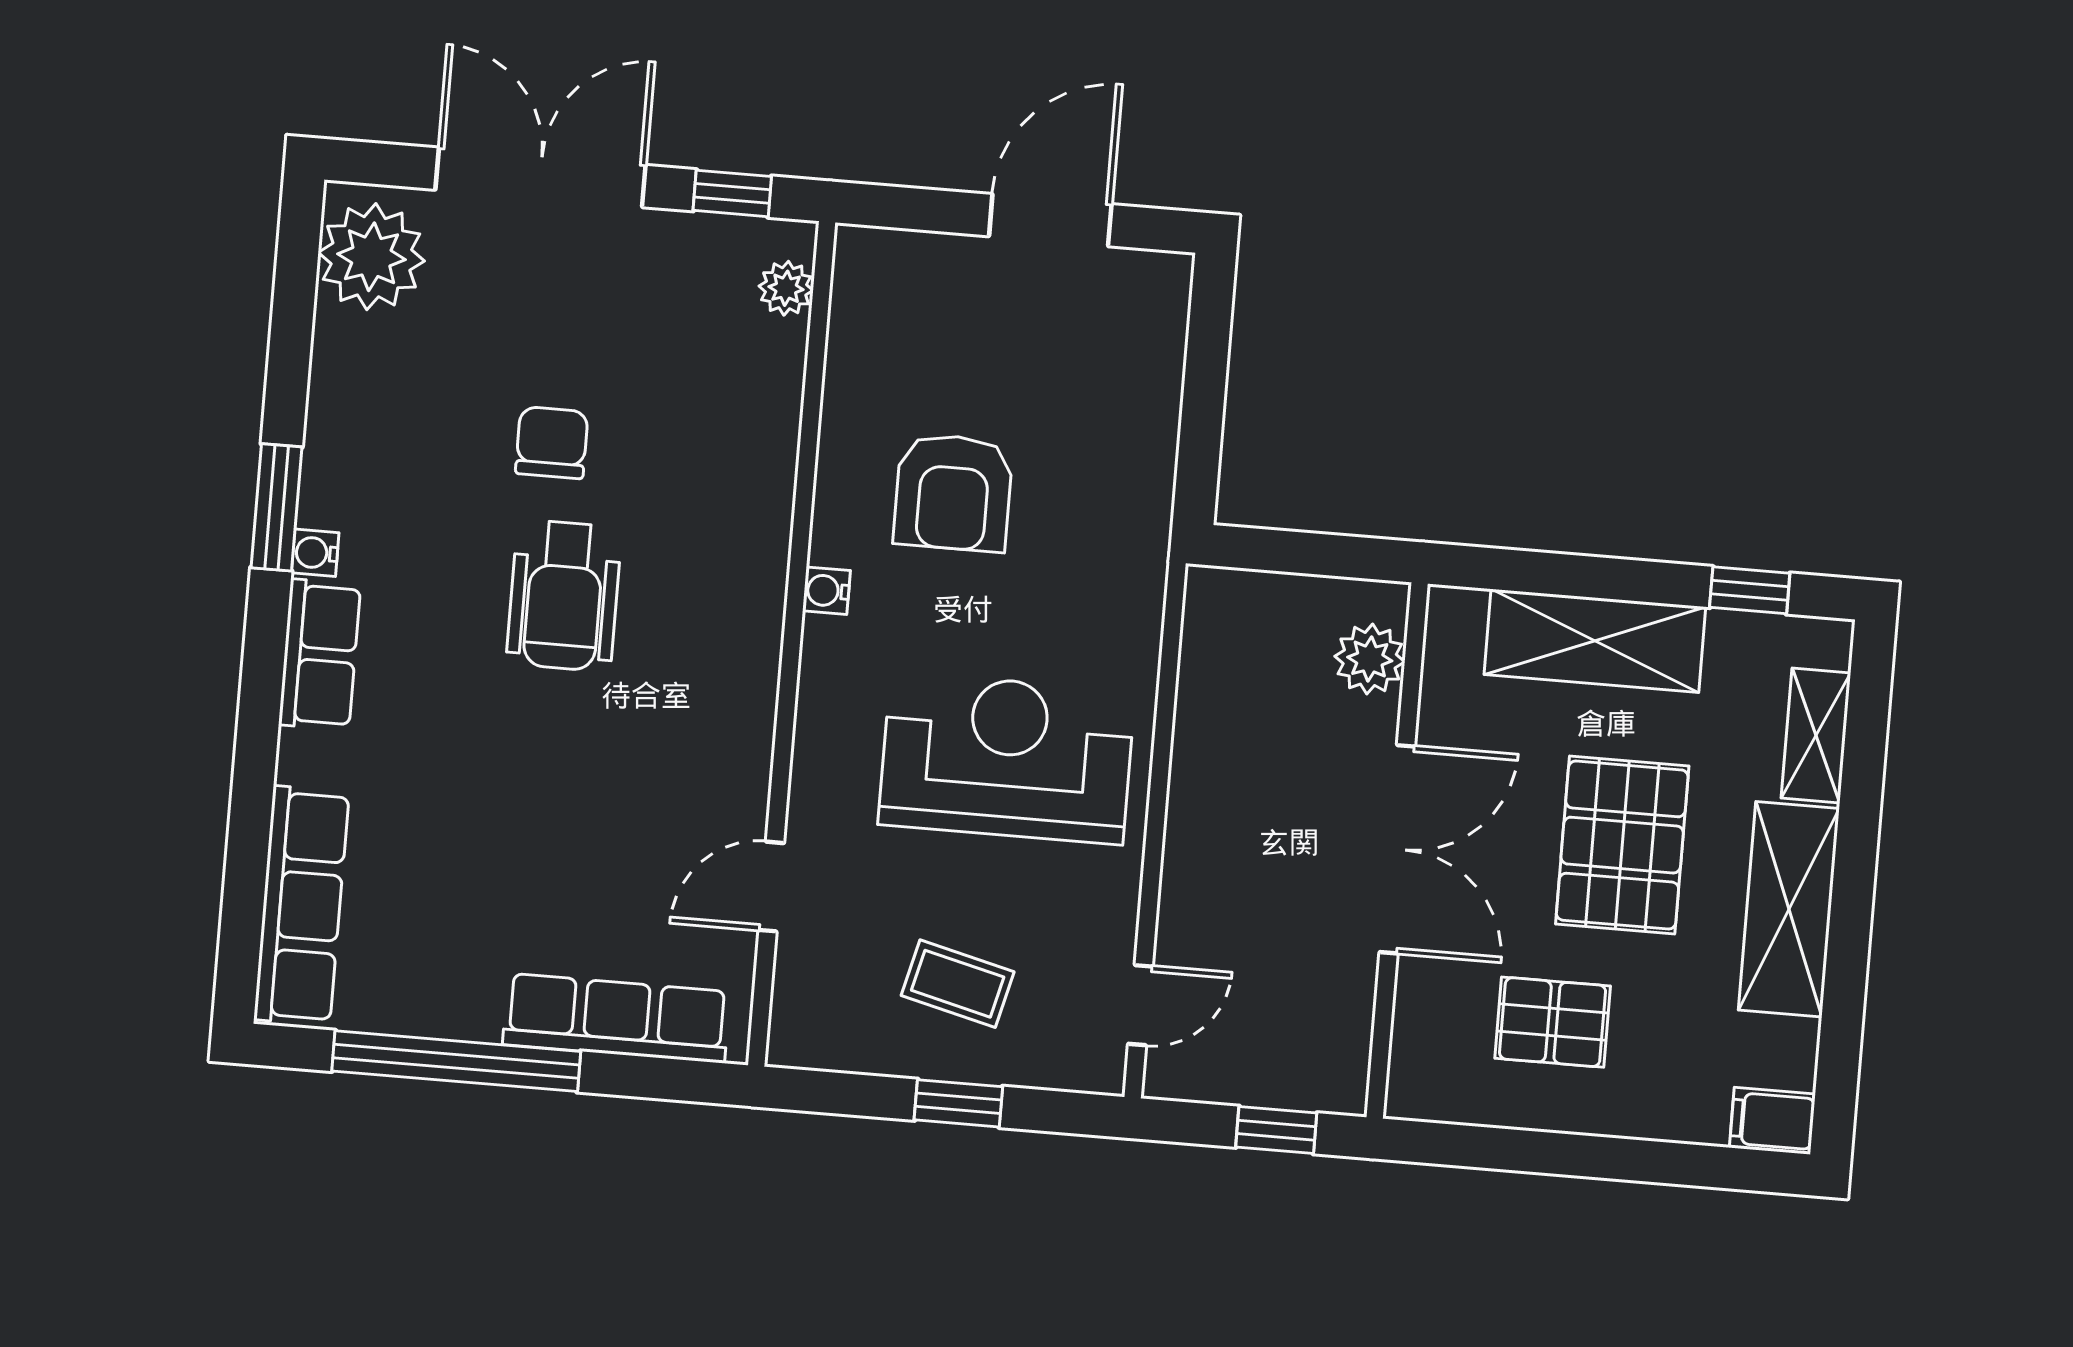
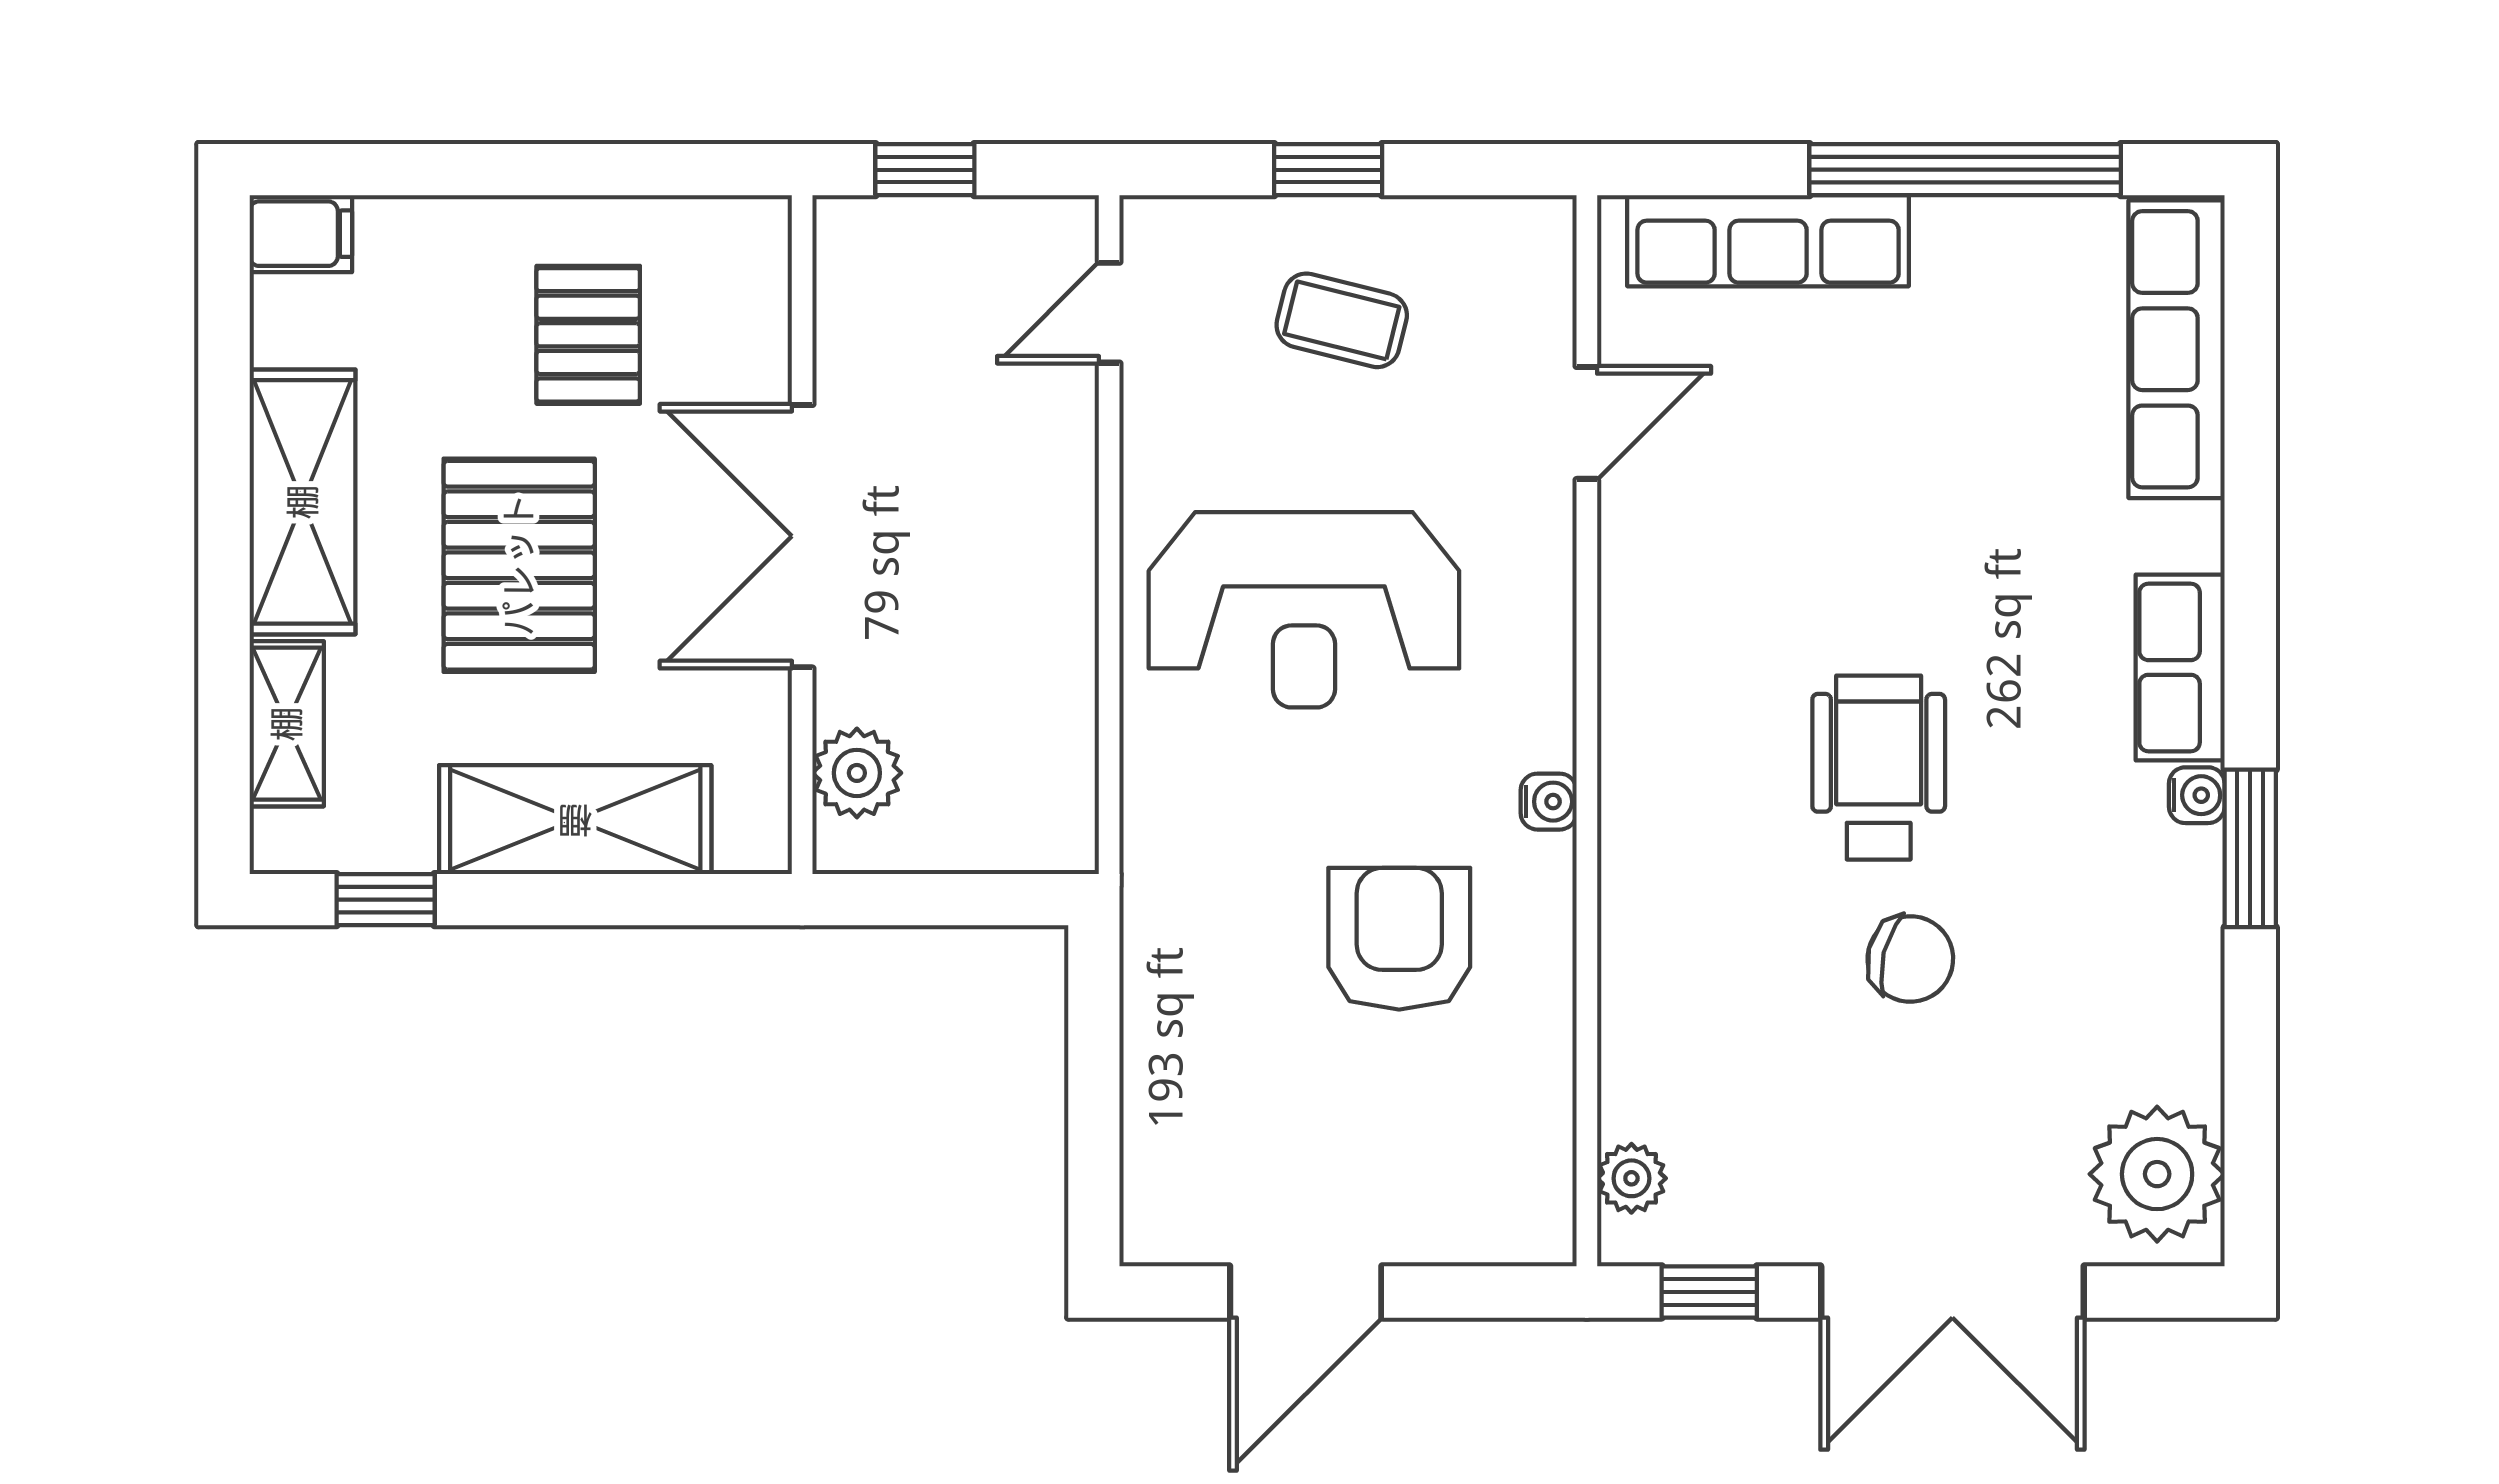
chair: (552, 443) -> (1910, 959), turned -76
pallet: (1553, 1022) -> (588, 335), turned 90

